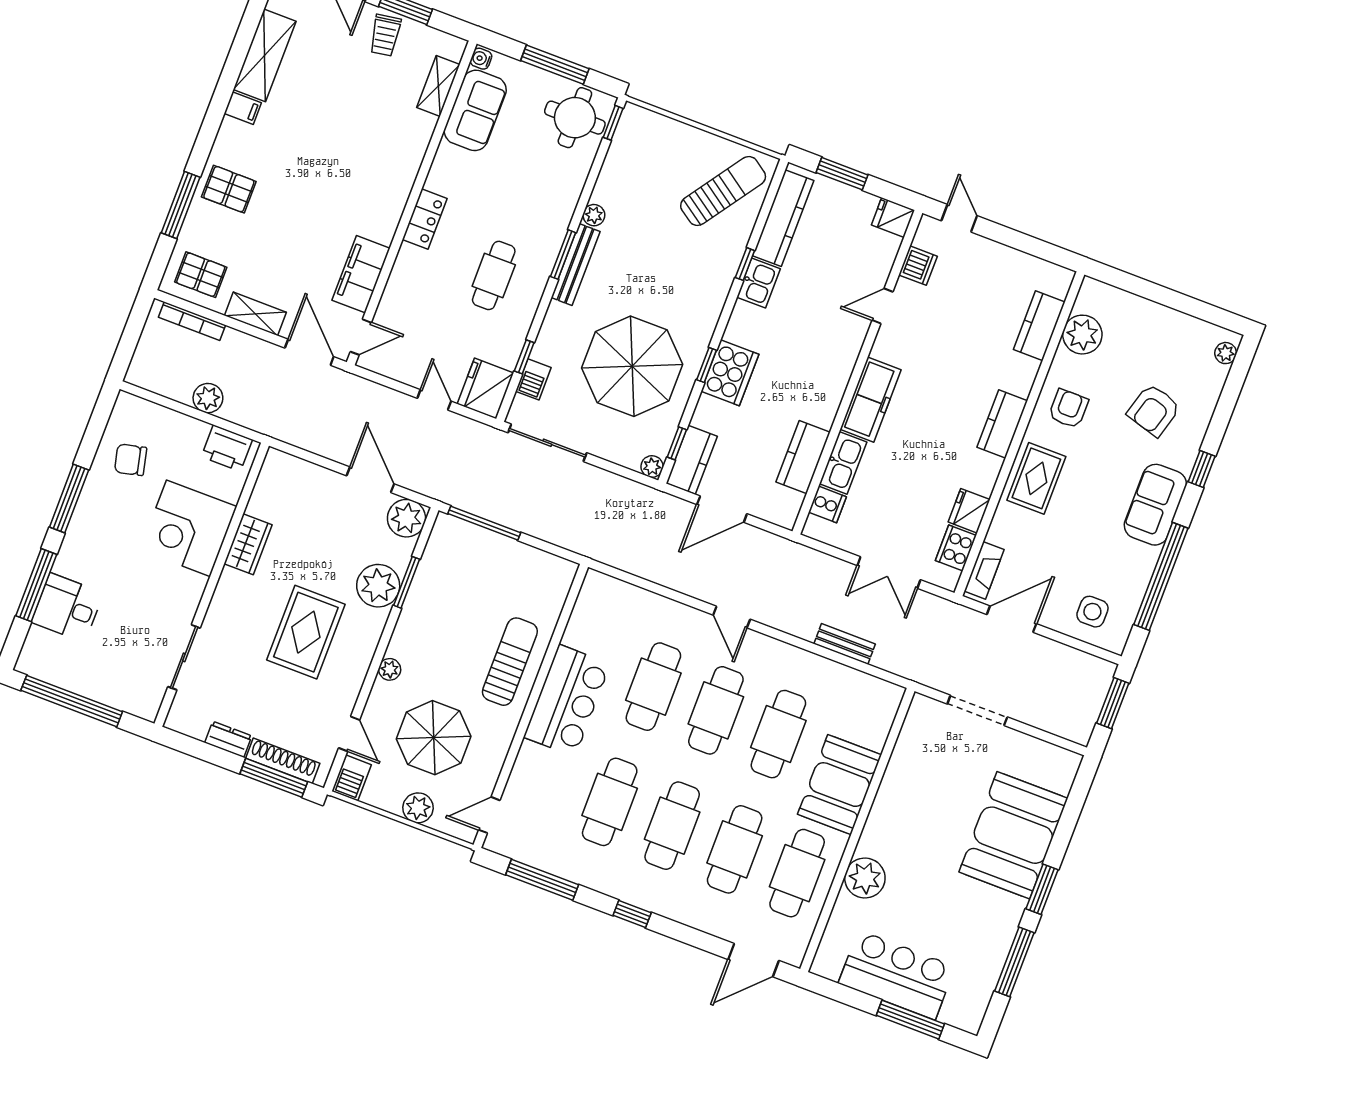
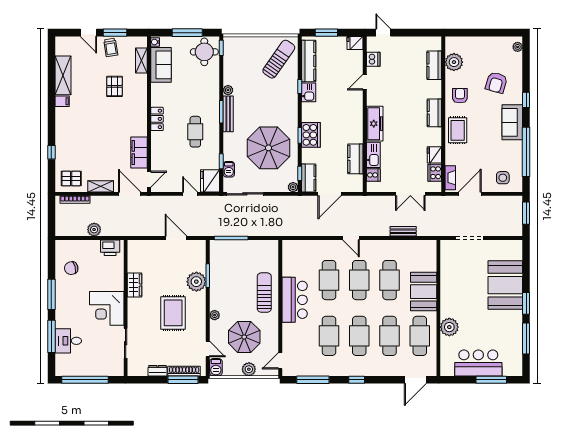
pallet: (229, 189) -> (114, 86), moved, turned 90
window: (181, 205) -> (51, 152), width x0.46
plant: (406, 518) -> (197, 248), removed
corner desk: (188, 528) -> (107, 308), moved

